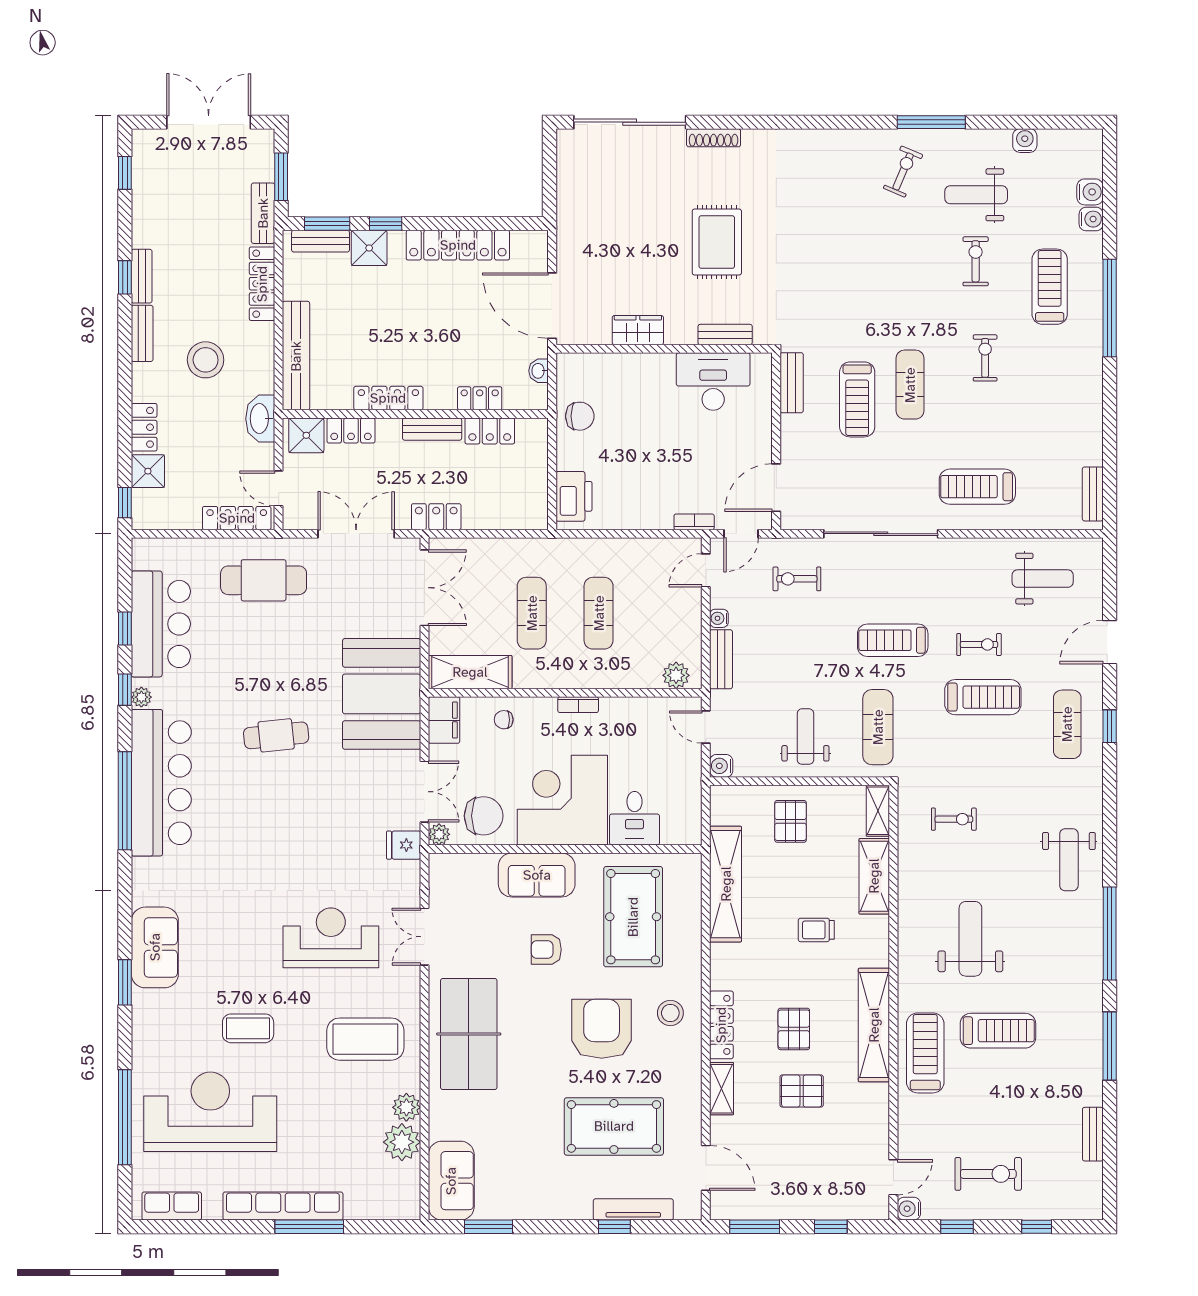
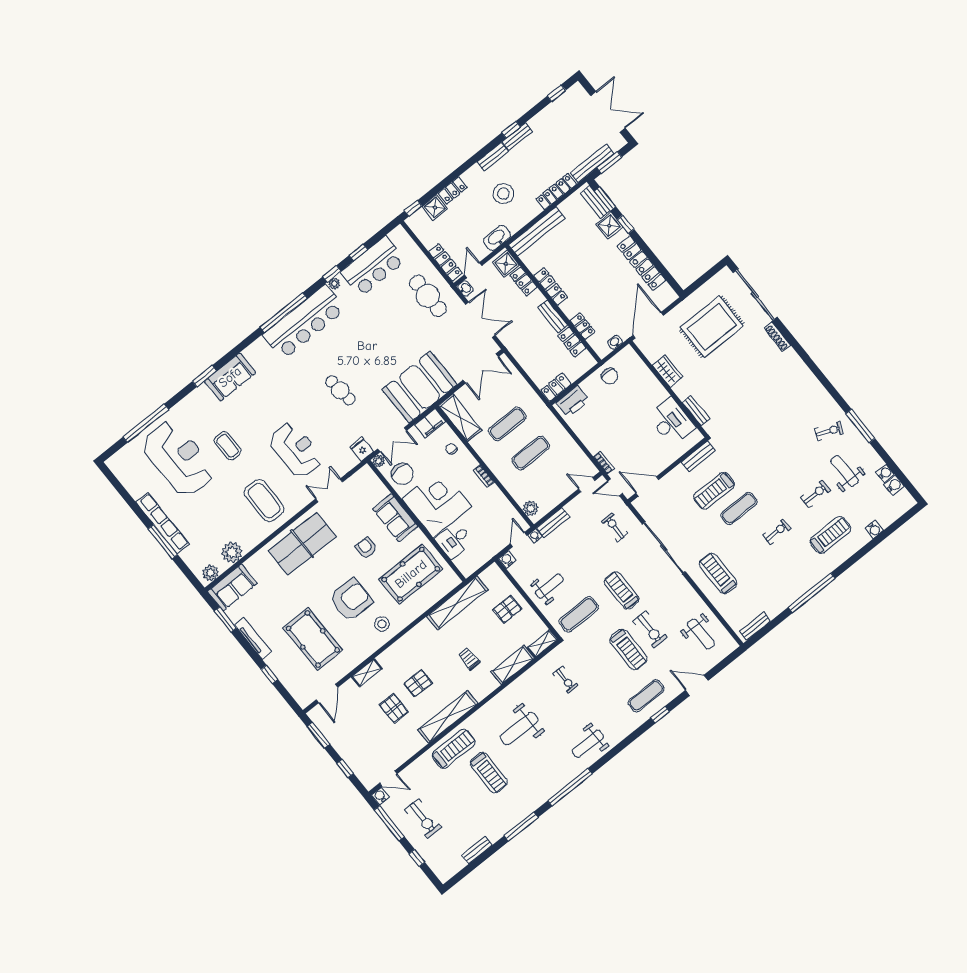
water cooler: (1090, 192) -> (894, 485), moved, turned -90
bench: (263, 213) -> (592, 163), width x1.36
rug: (717, 242) -> (712, 327), moved, width x1.37, depth x1.44
window: (1110, 308) -> (812, 593), moved
locker: (436, 517) -> (556, 387), moved, turned -90
washbasin: (295, 519) -> (465, 288), added
water cooler: (719, 618) -> (535, 536), moved
exercise bike: (979, 644) -> (650, 629), width x1.38, depth x1.39
cafe table: (276, 735) -> (340, 390), moved
weight bench: (970, 939) -> (519, 729), turned 180
locker: (721, 1025) -> (395, 650), removed
plant: (406, 1107) -> (210, 573), moved
row of seats: (172, 1206) -> (124, 475), removed
tv unit: (633, 1209) -> (253, 638), moved
window: (957, 1227) -> (389, 823), width x2.17

